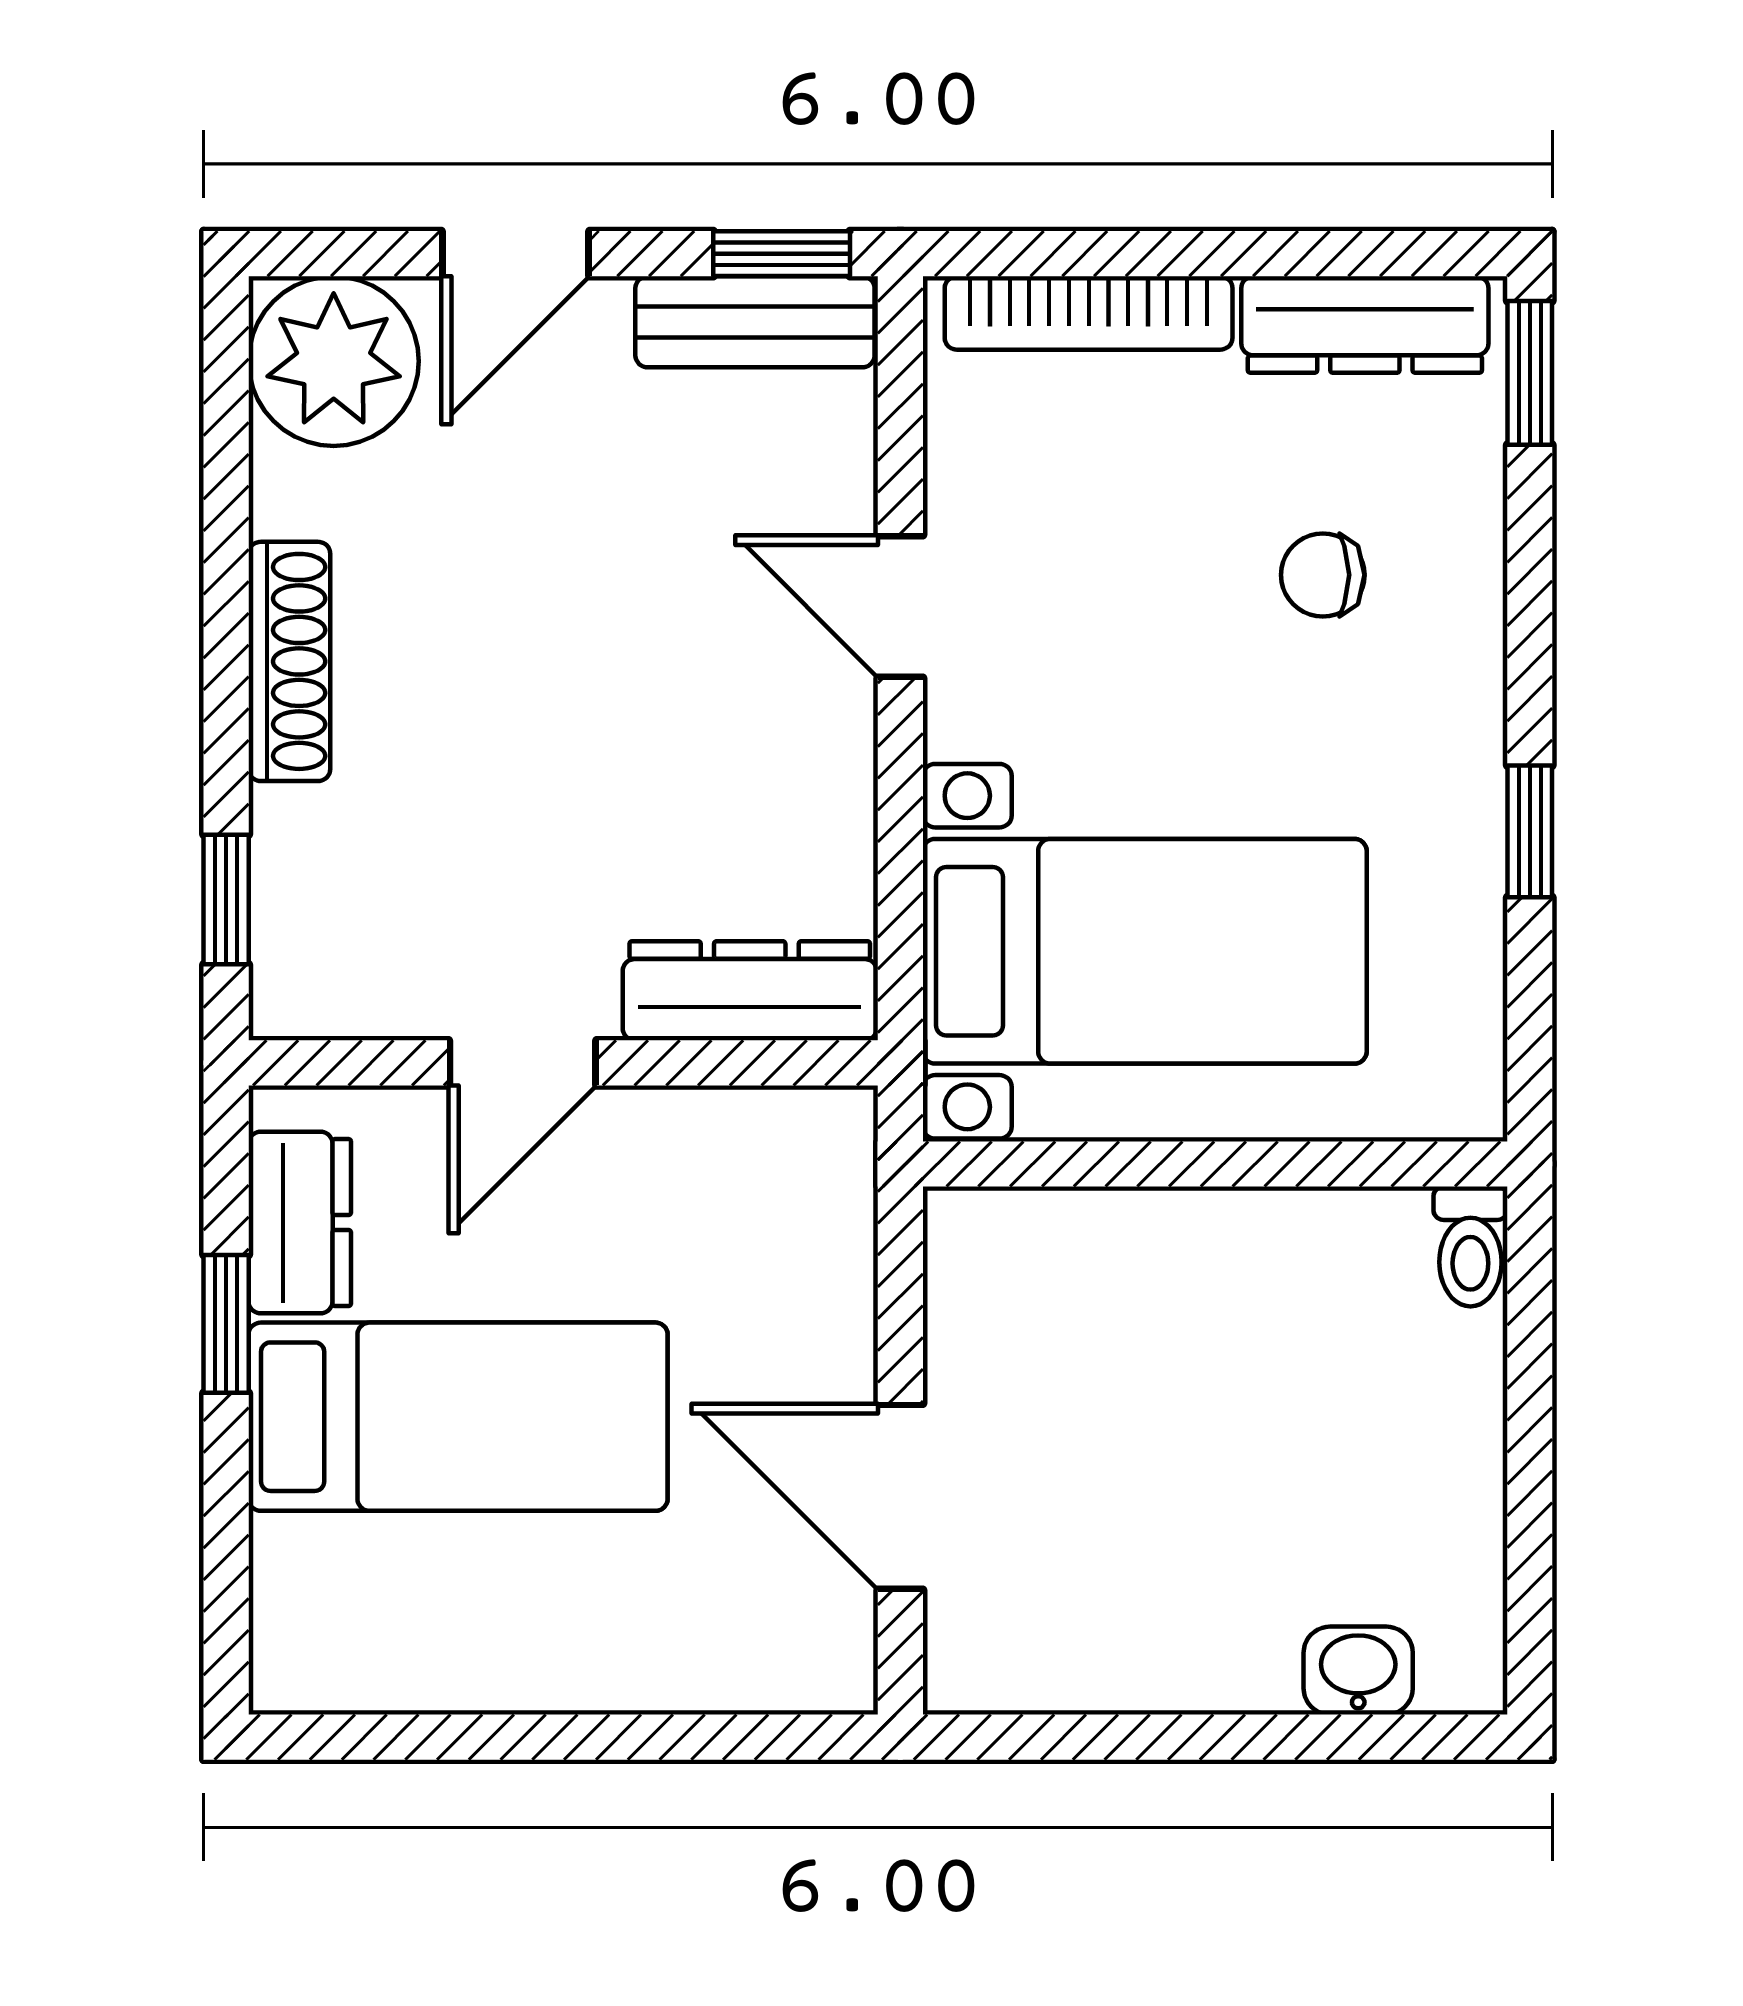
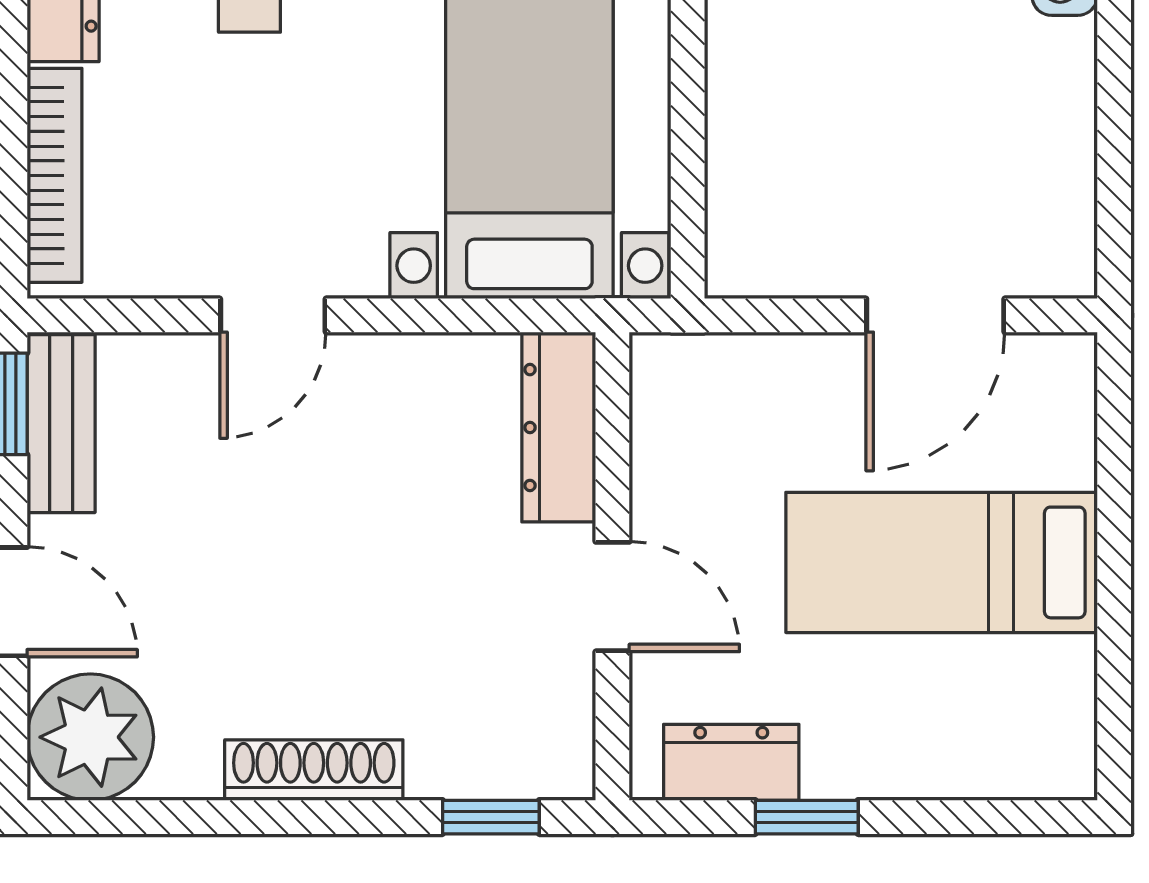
bed: (458, 1417) -> (942, 562), moved, turned -90

